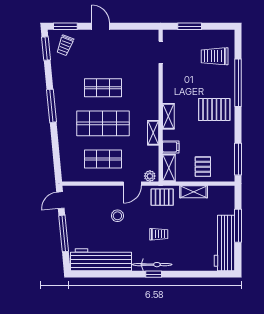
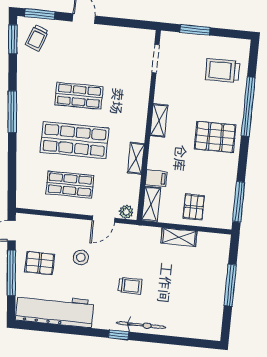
shelving: (168, 116) -> (159, 120), moved
pallet: (162, 197) -> (40, 263), moved
workbench: (225, 243) -> (211, 305), removed
bicycle: (152, 265) -> (141, 325), moved

